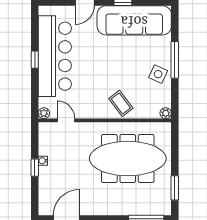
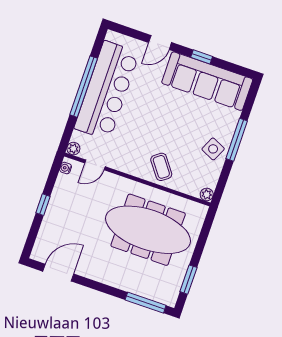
window: (35, 60) -> (84, 87), width x3.17
door: (66, 120) -> (95, 165), swing flipped
water cooler: (43, 161) -> (66, 168), moved

